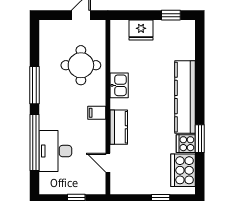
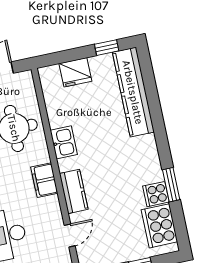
kitchen counter: (185, 97) -> (133, 92), moved
filing cabinet: (97, 113) -> (44, 180), width x2.00
door: (108, 163) -> (70, 236), swing flipped

